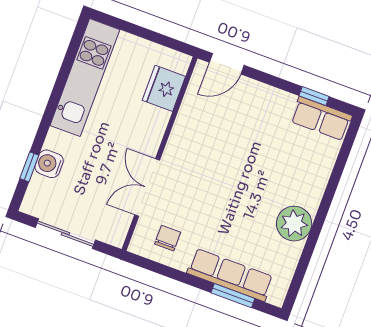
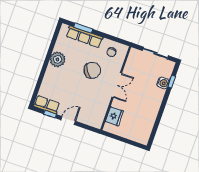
door: (227, 64) -> (68, 120), moved
kitchen unit: (85, 78) -> (148, 120), removed
double door: (147, 188) -> (117, 85), moved
chair: (213, 196) -> (92, 70), added

